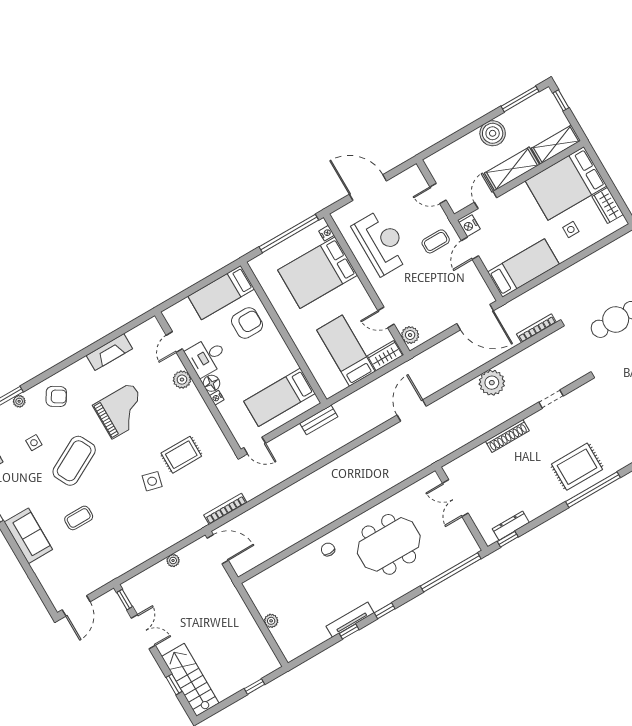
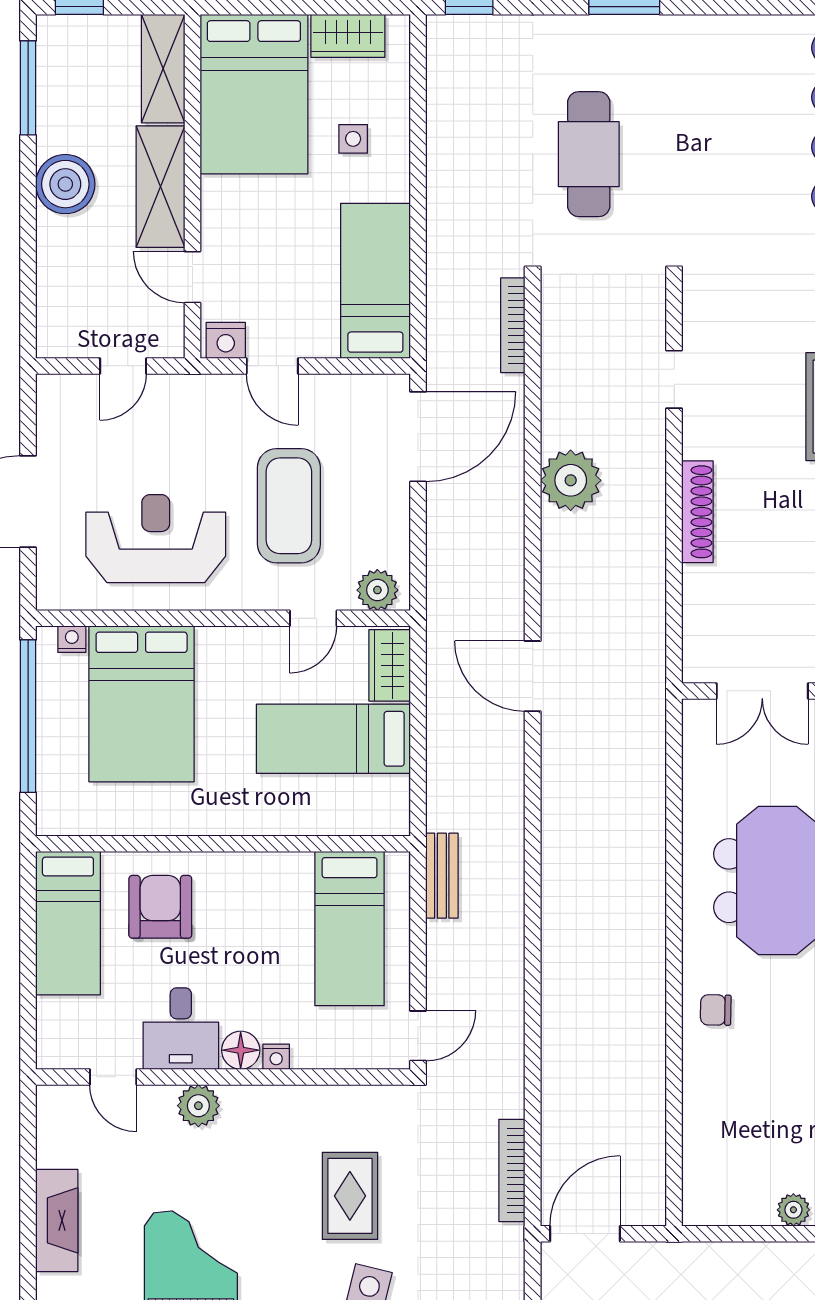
coffee table: (436, 241) -> (289, 506), moved, width x1.86, depth x1.72

